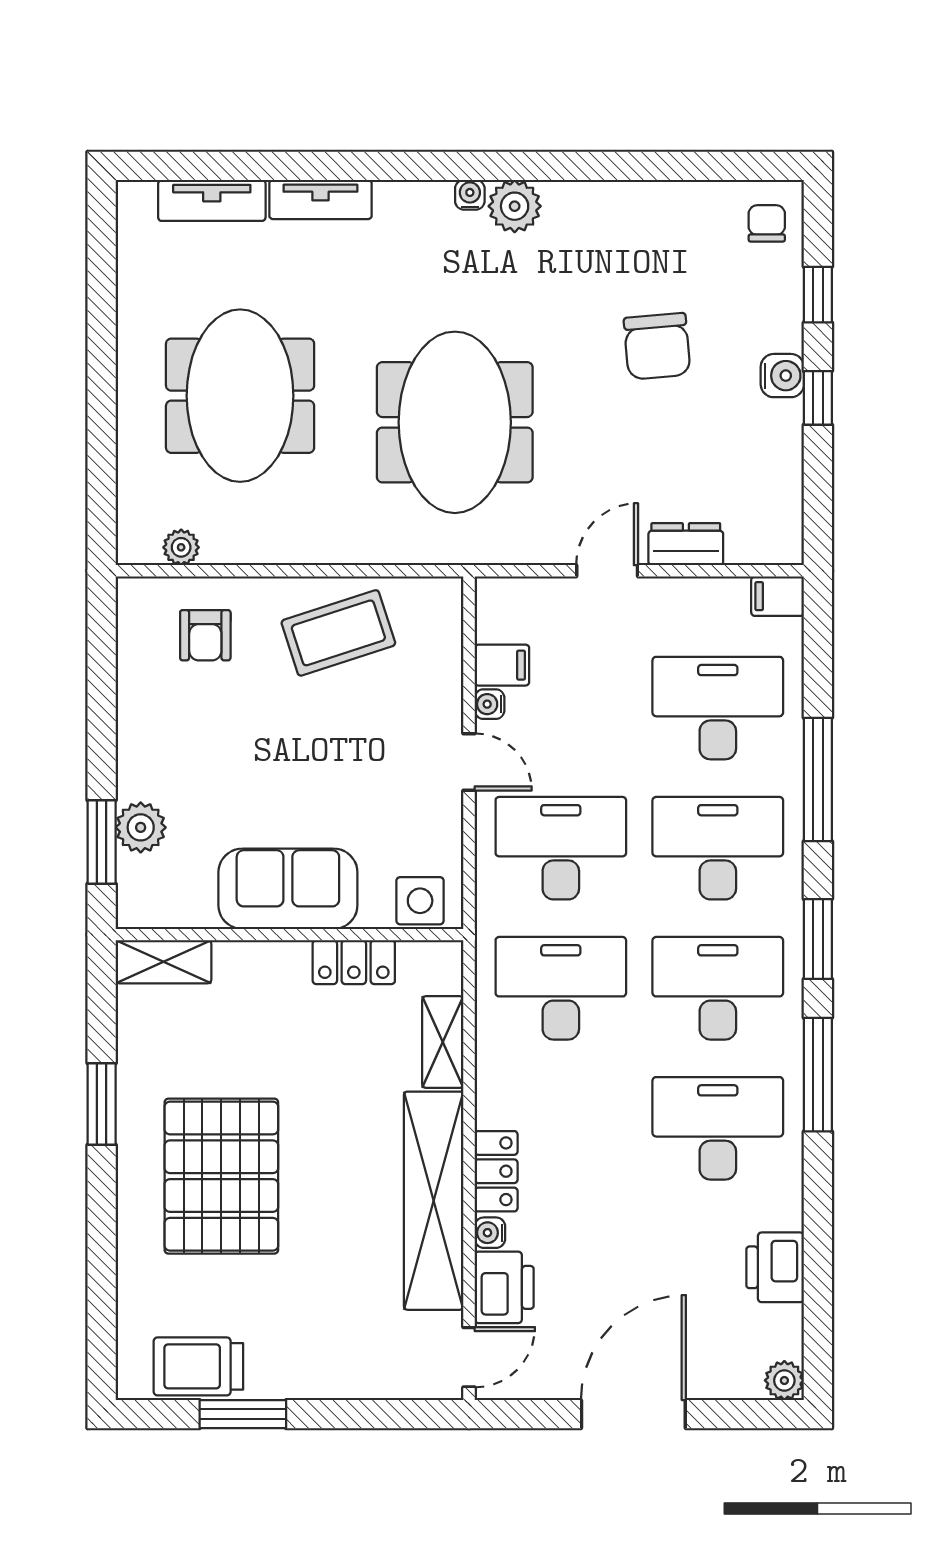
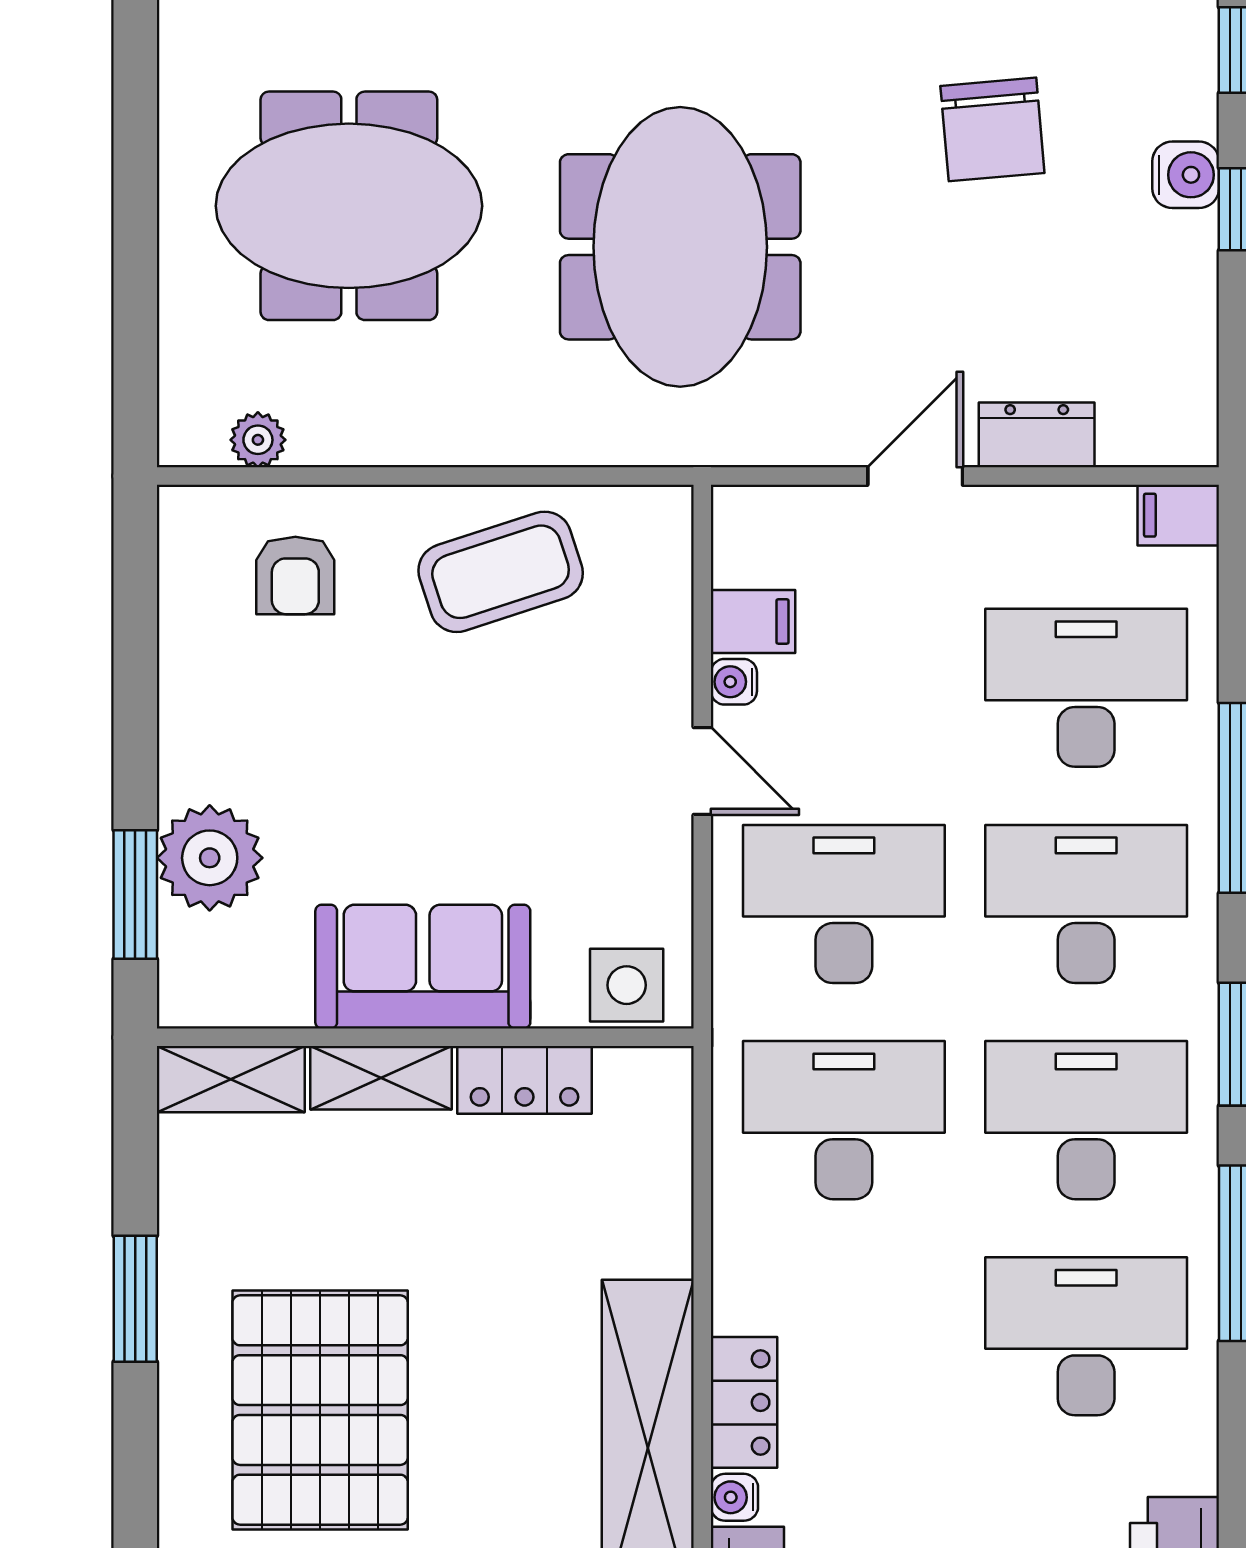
meeting table: (240, 396) -> (349, 206), turned 90
plant: (141, 827) -> (210, 858), width x1.36, depth x1.36
shelving: (443, 1042) -> (381, 1078), moved, turned 90

